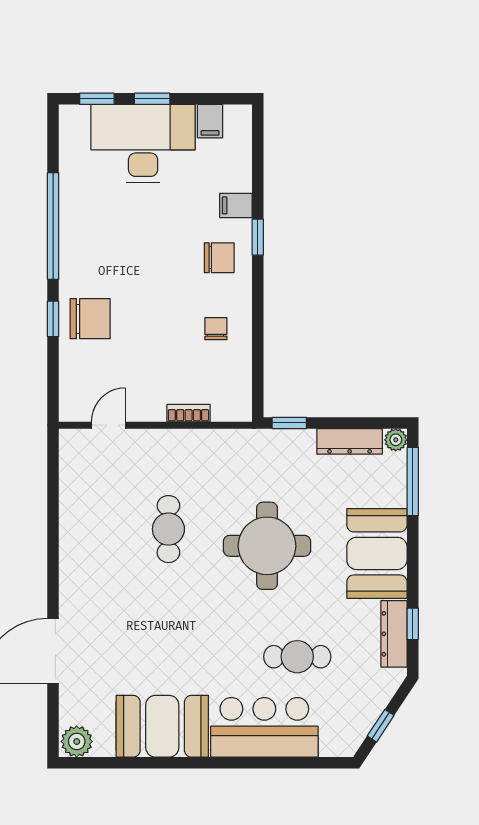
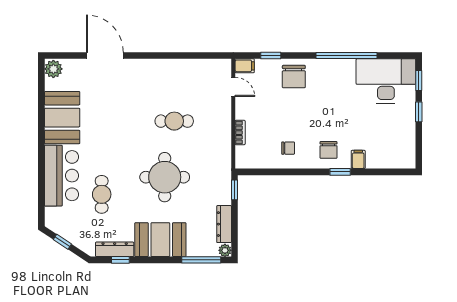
filing cabinet: (210, 121) -> (245, 66), moved, turned 180
desk: (143, 144) -> (386, 81), moved, turned -90
window: (53, 319) -> (271, 55), moved

